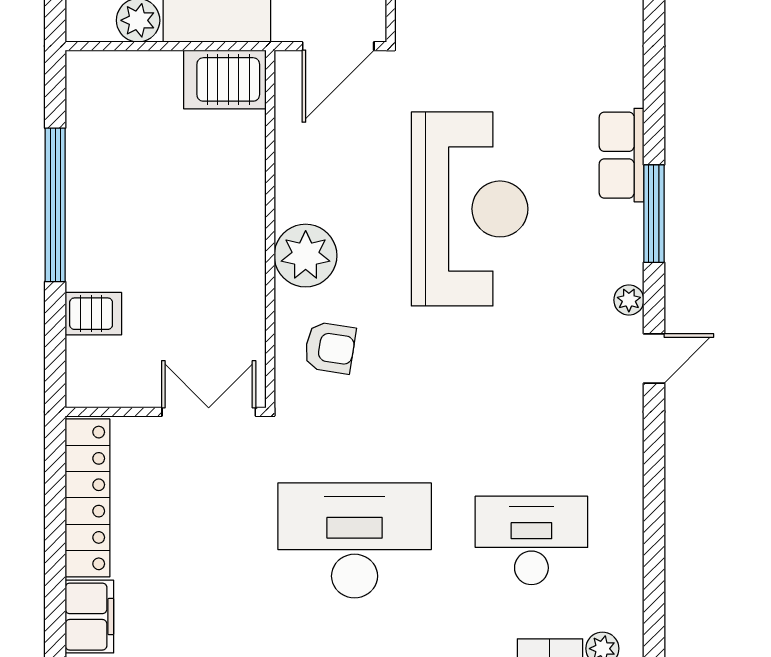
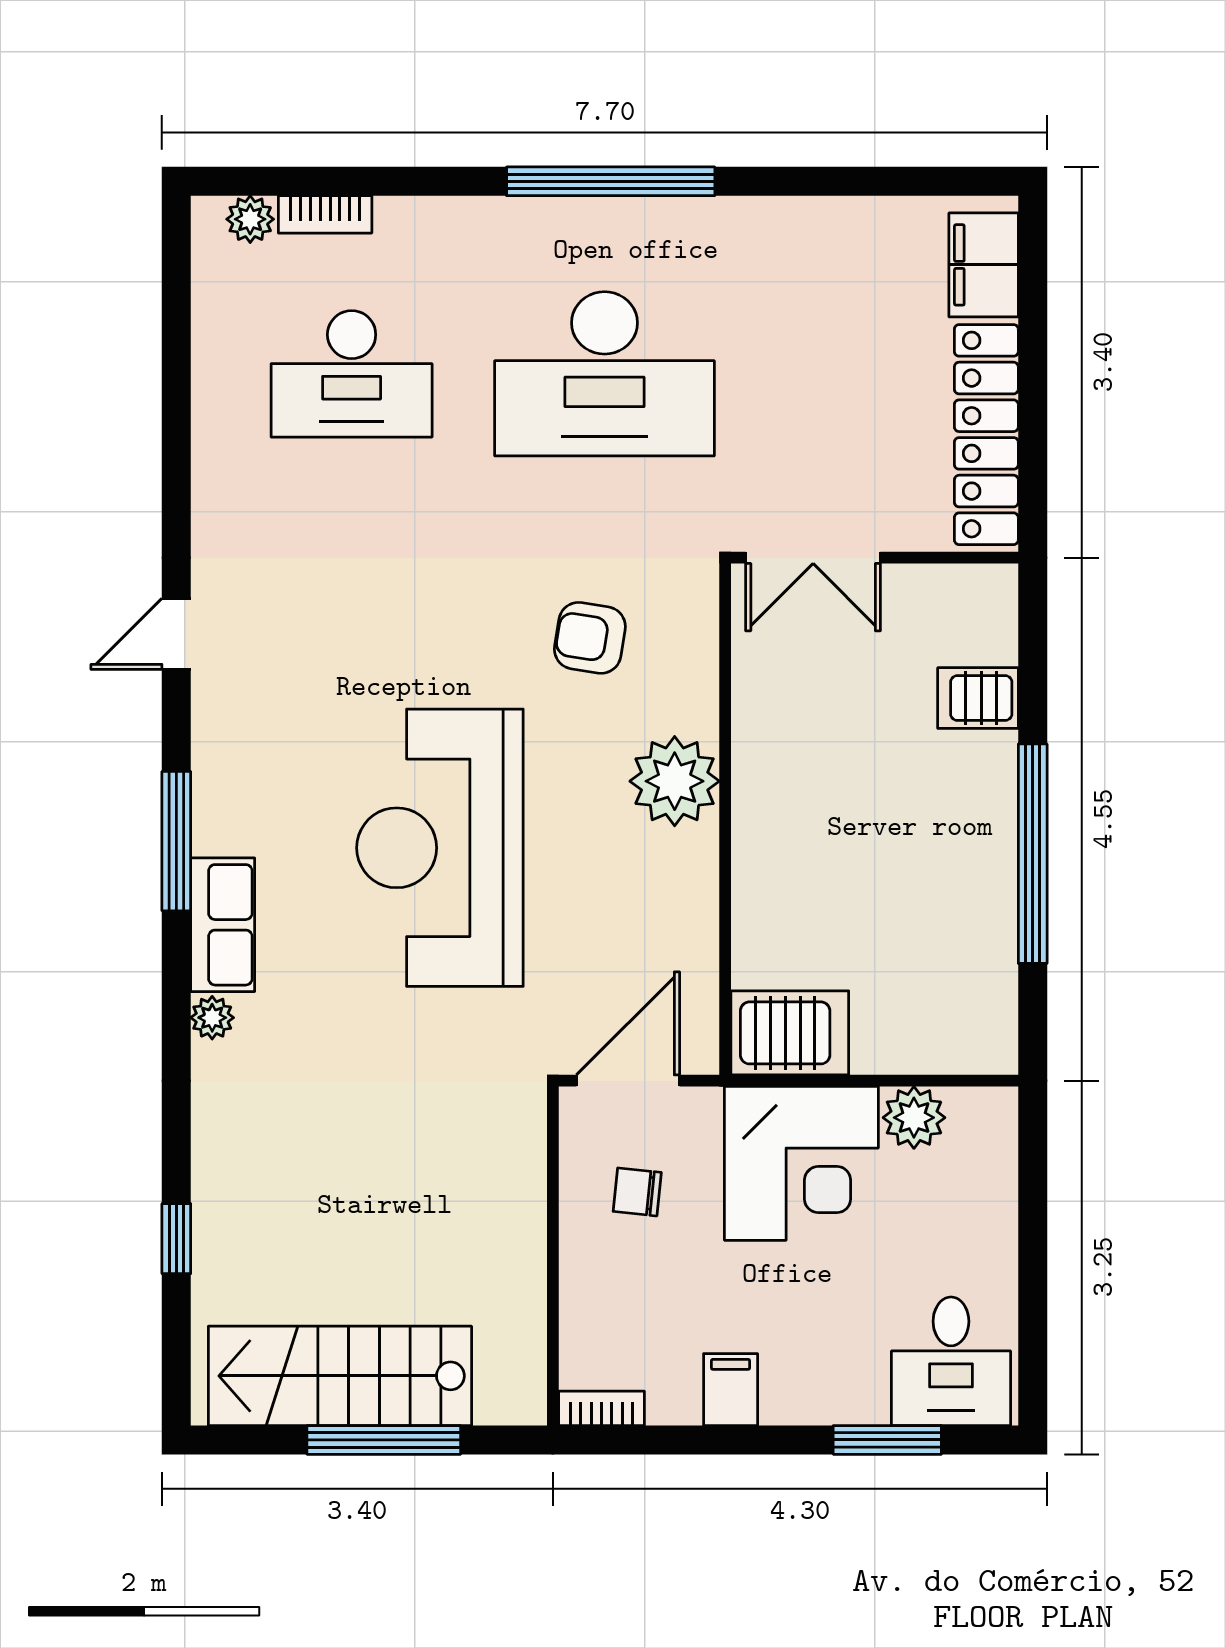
plant: (629, 300) -> (212, 1018), moved
armchair: (330, 348) -> (590, 638), moved

